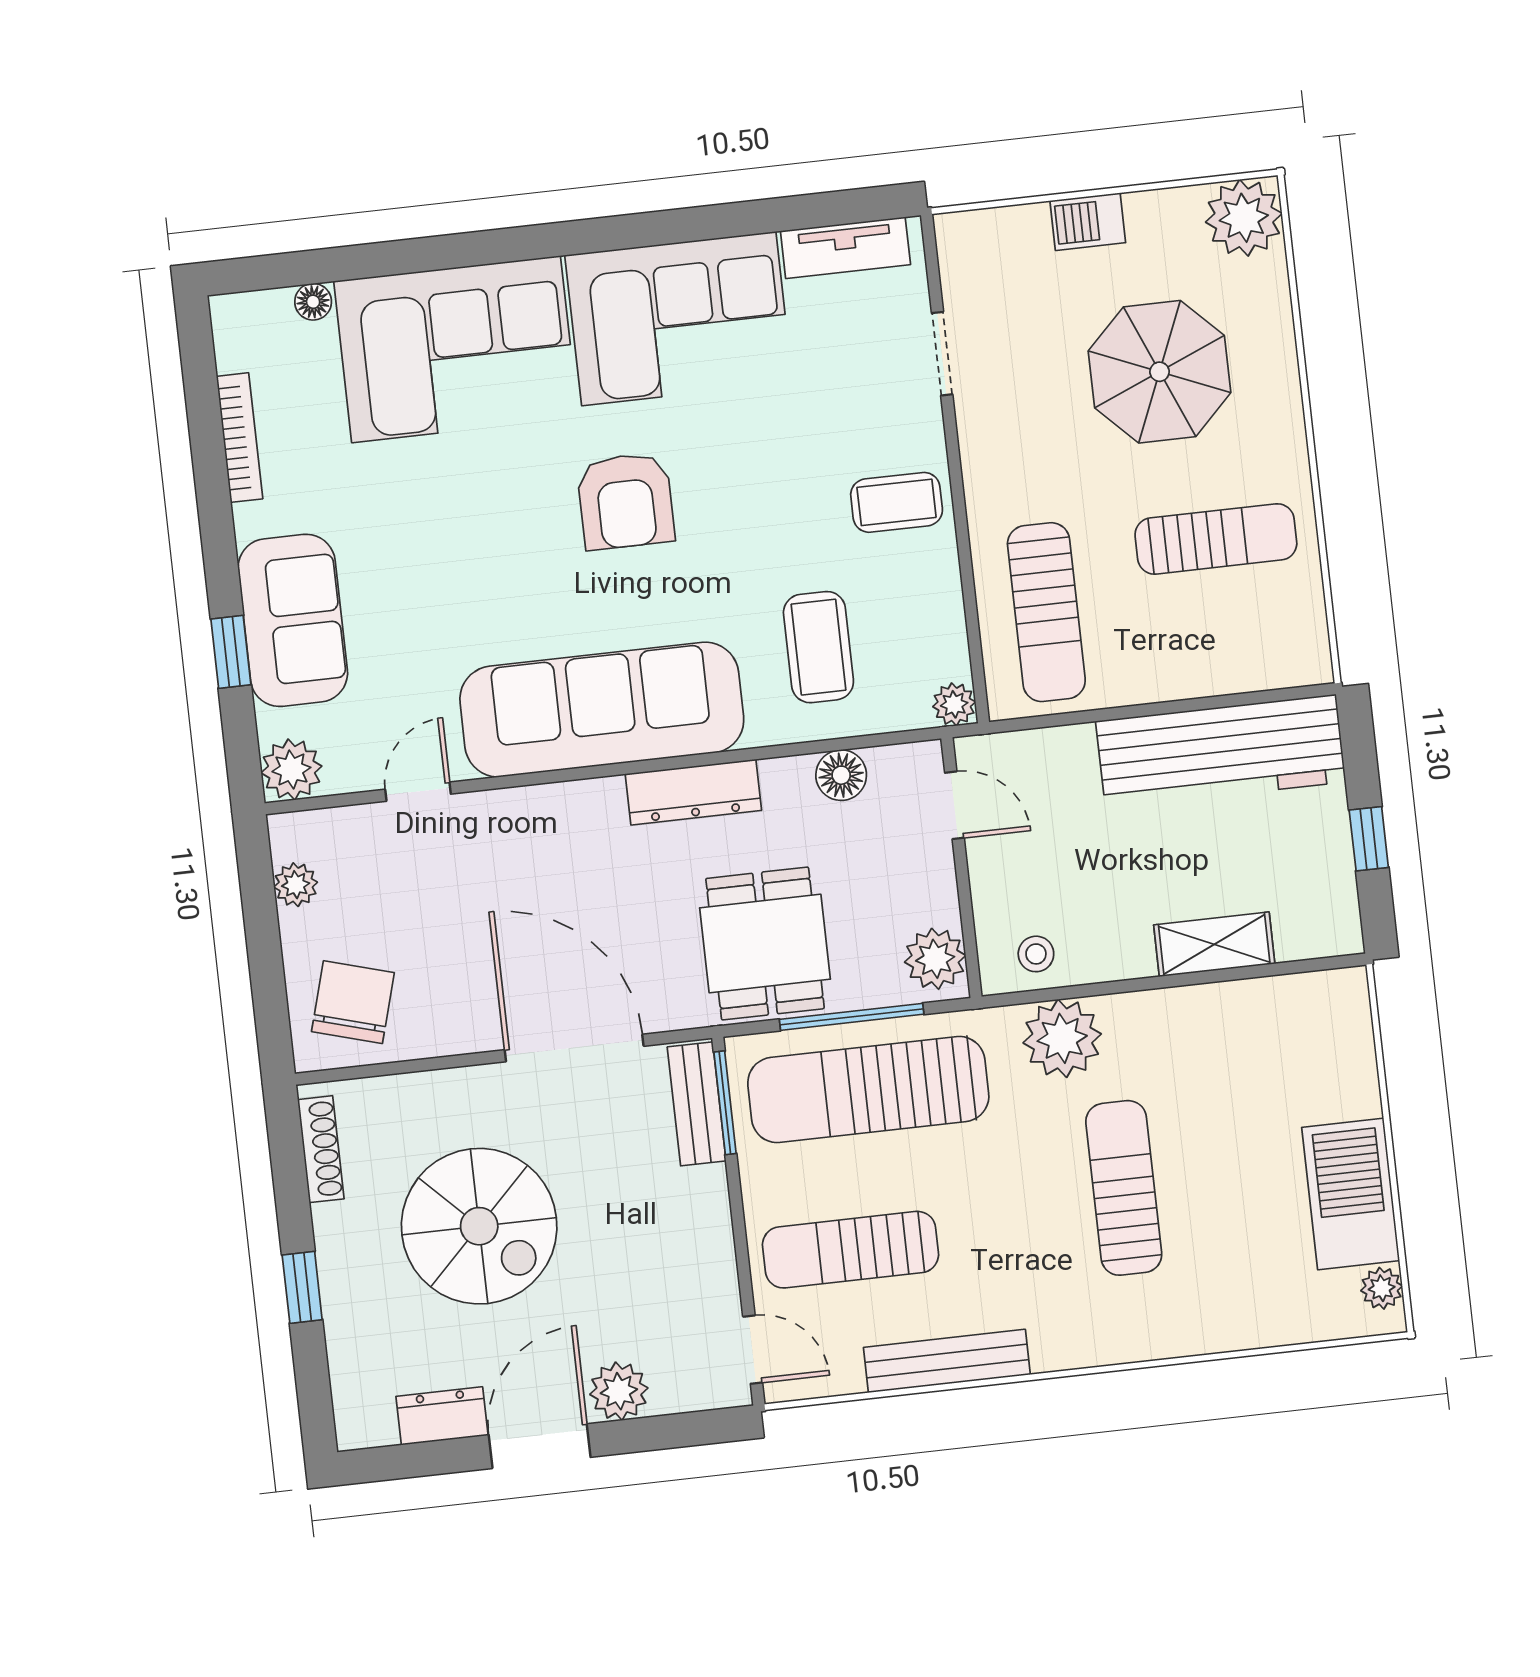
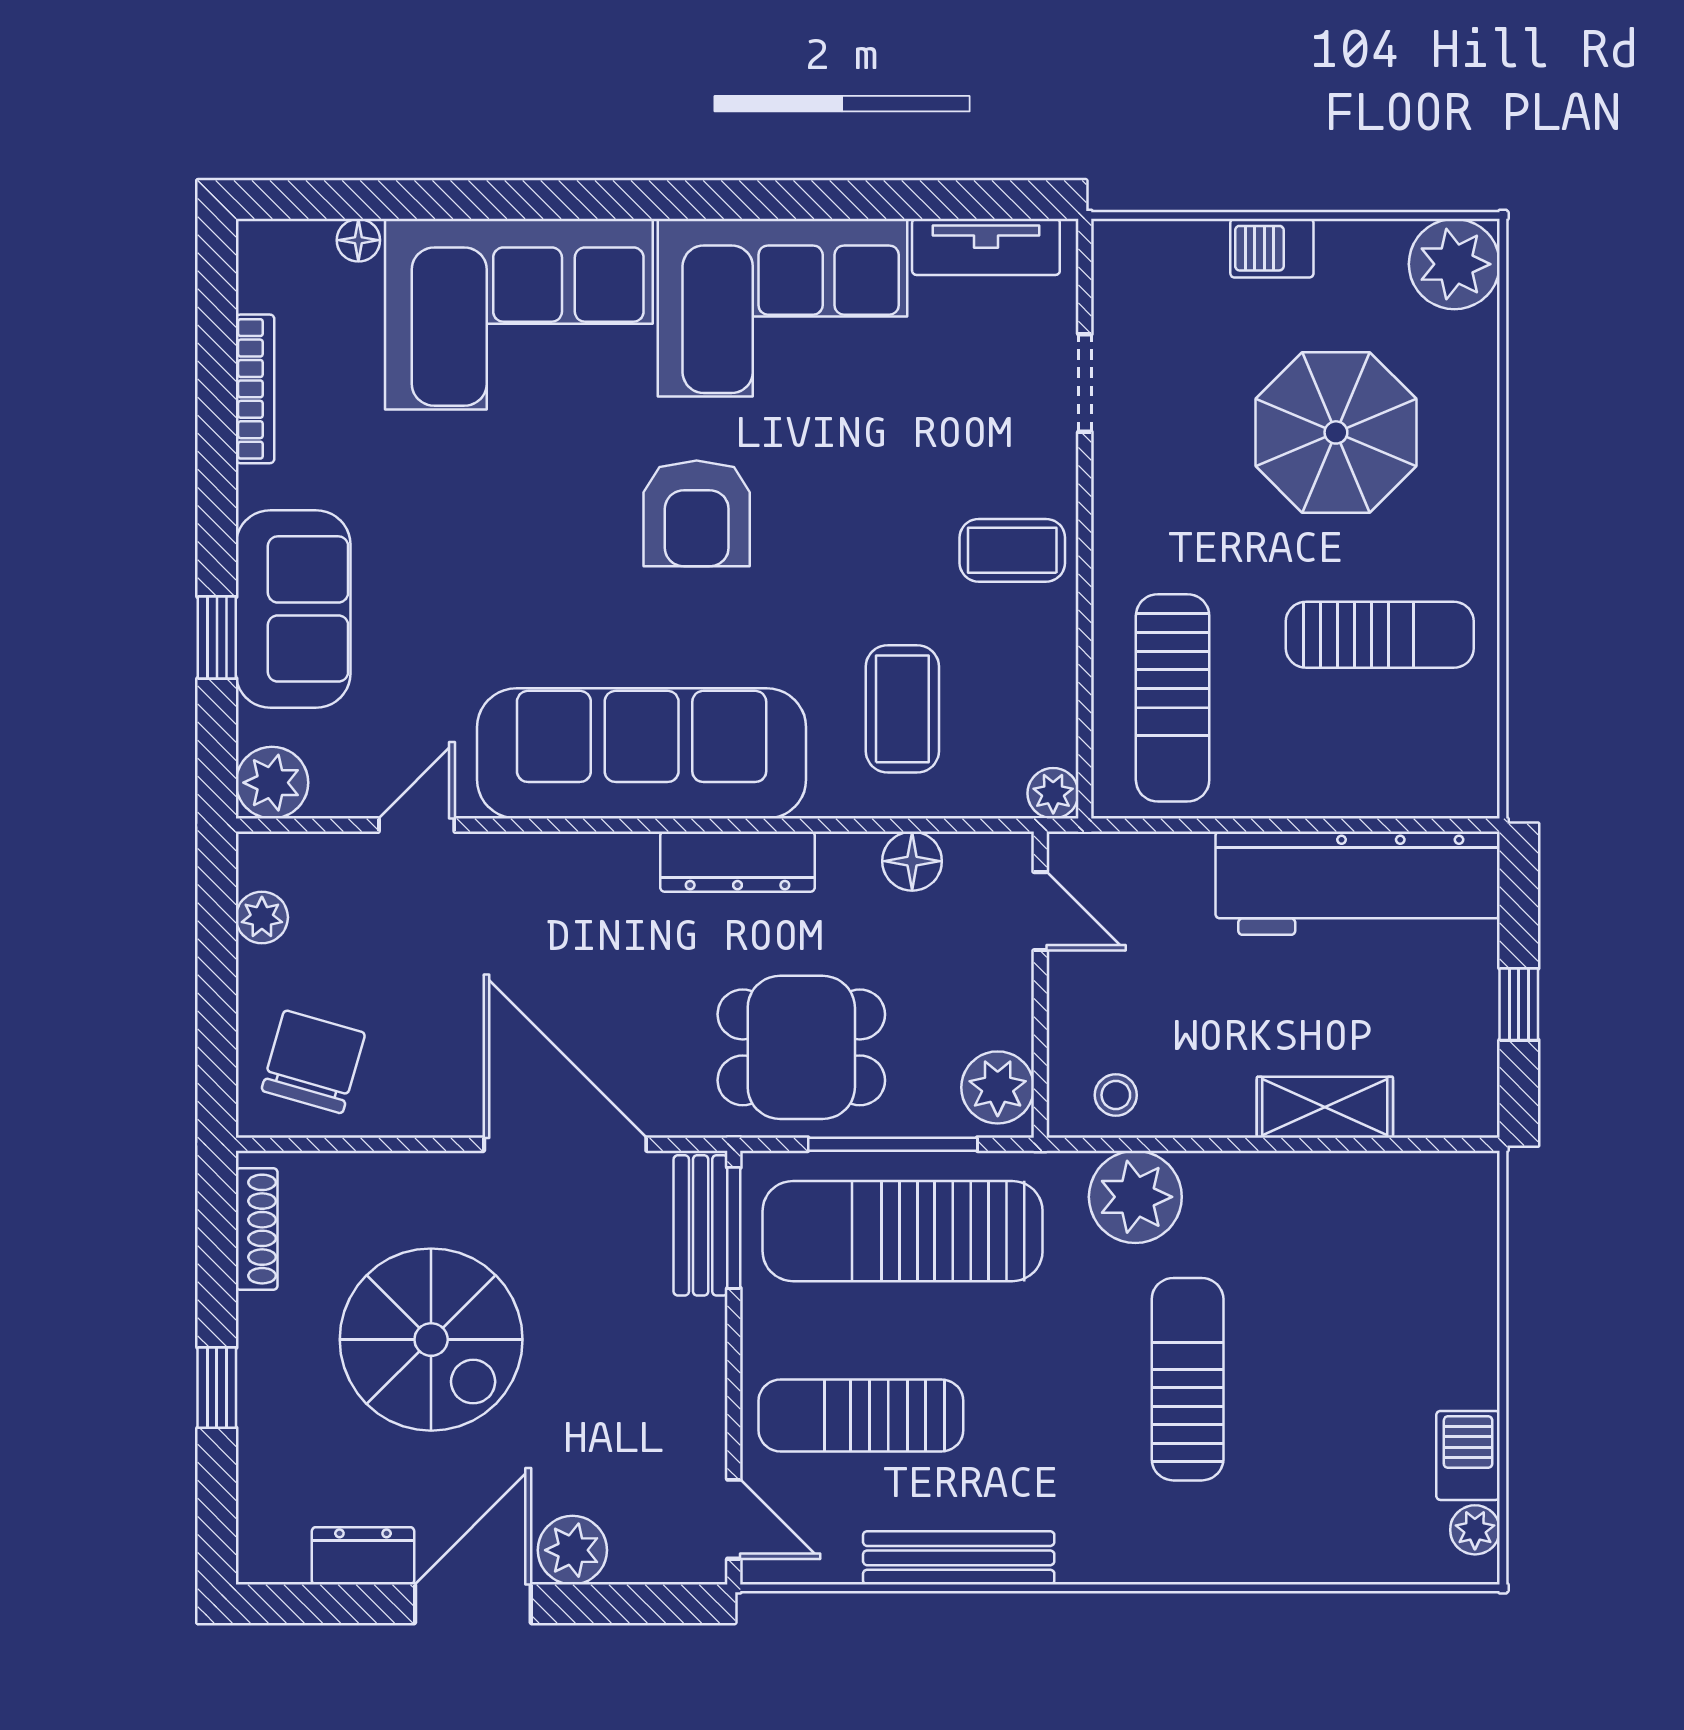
dining table: (765, 944) -> (801, 1047), turned 90
barbecue: (1351, 1194) -> (1468, 1455), width x0.53, depth x0.65

